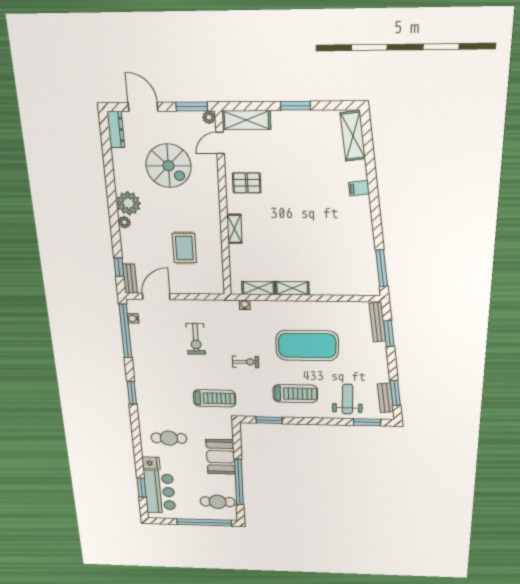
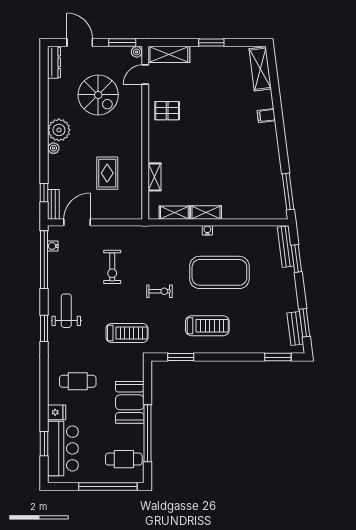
shelving: (234, 229) -> (154, 177), moved
water cooler: (245, 305) -> (207, 230), moved
weight bench: (347, 399) -> (66, 311), moved

